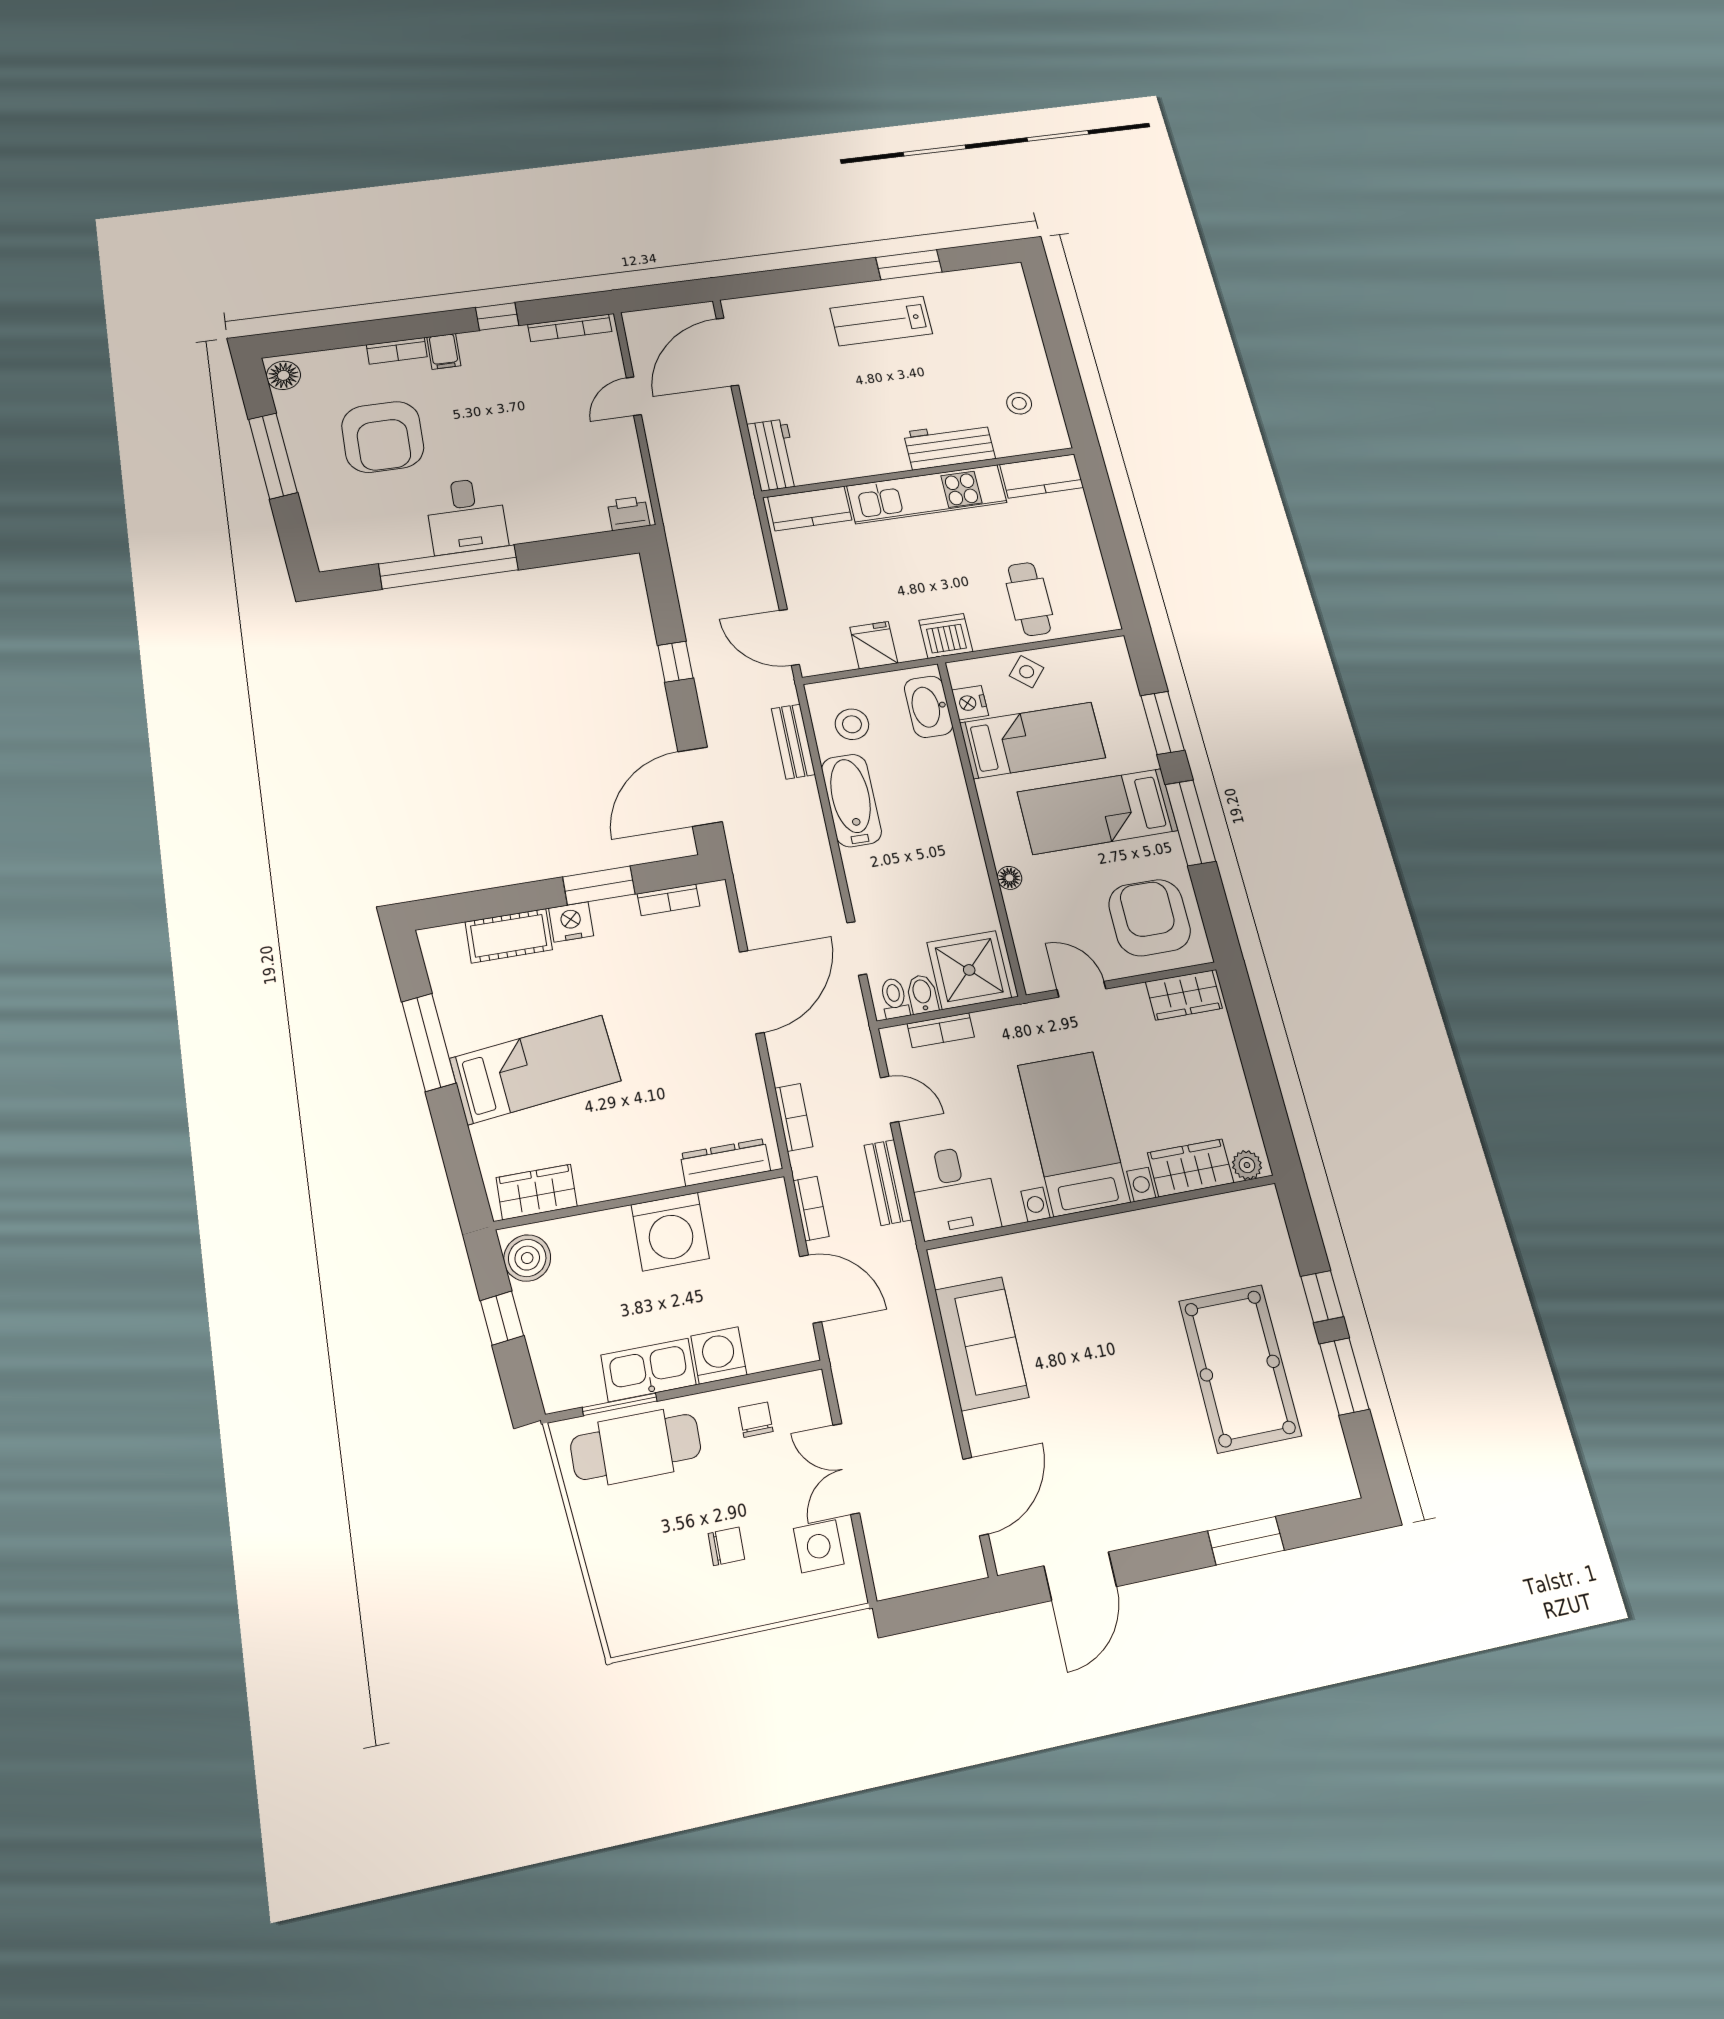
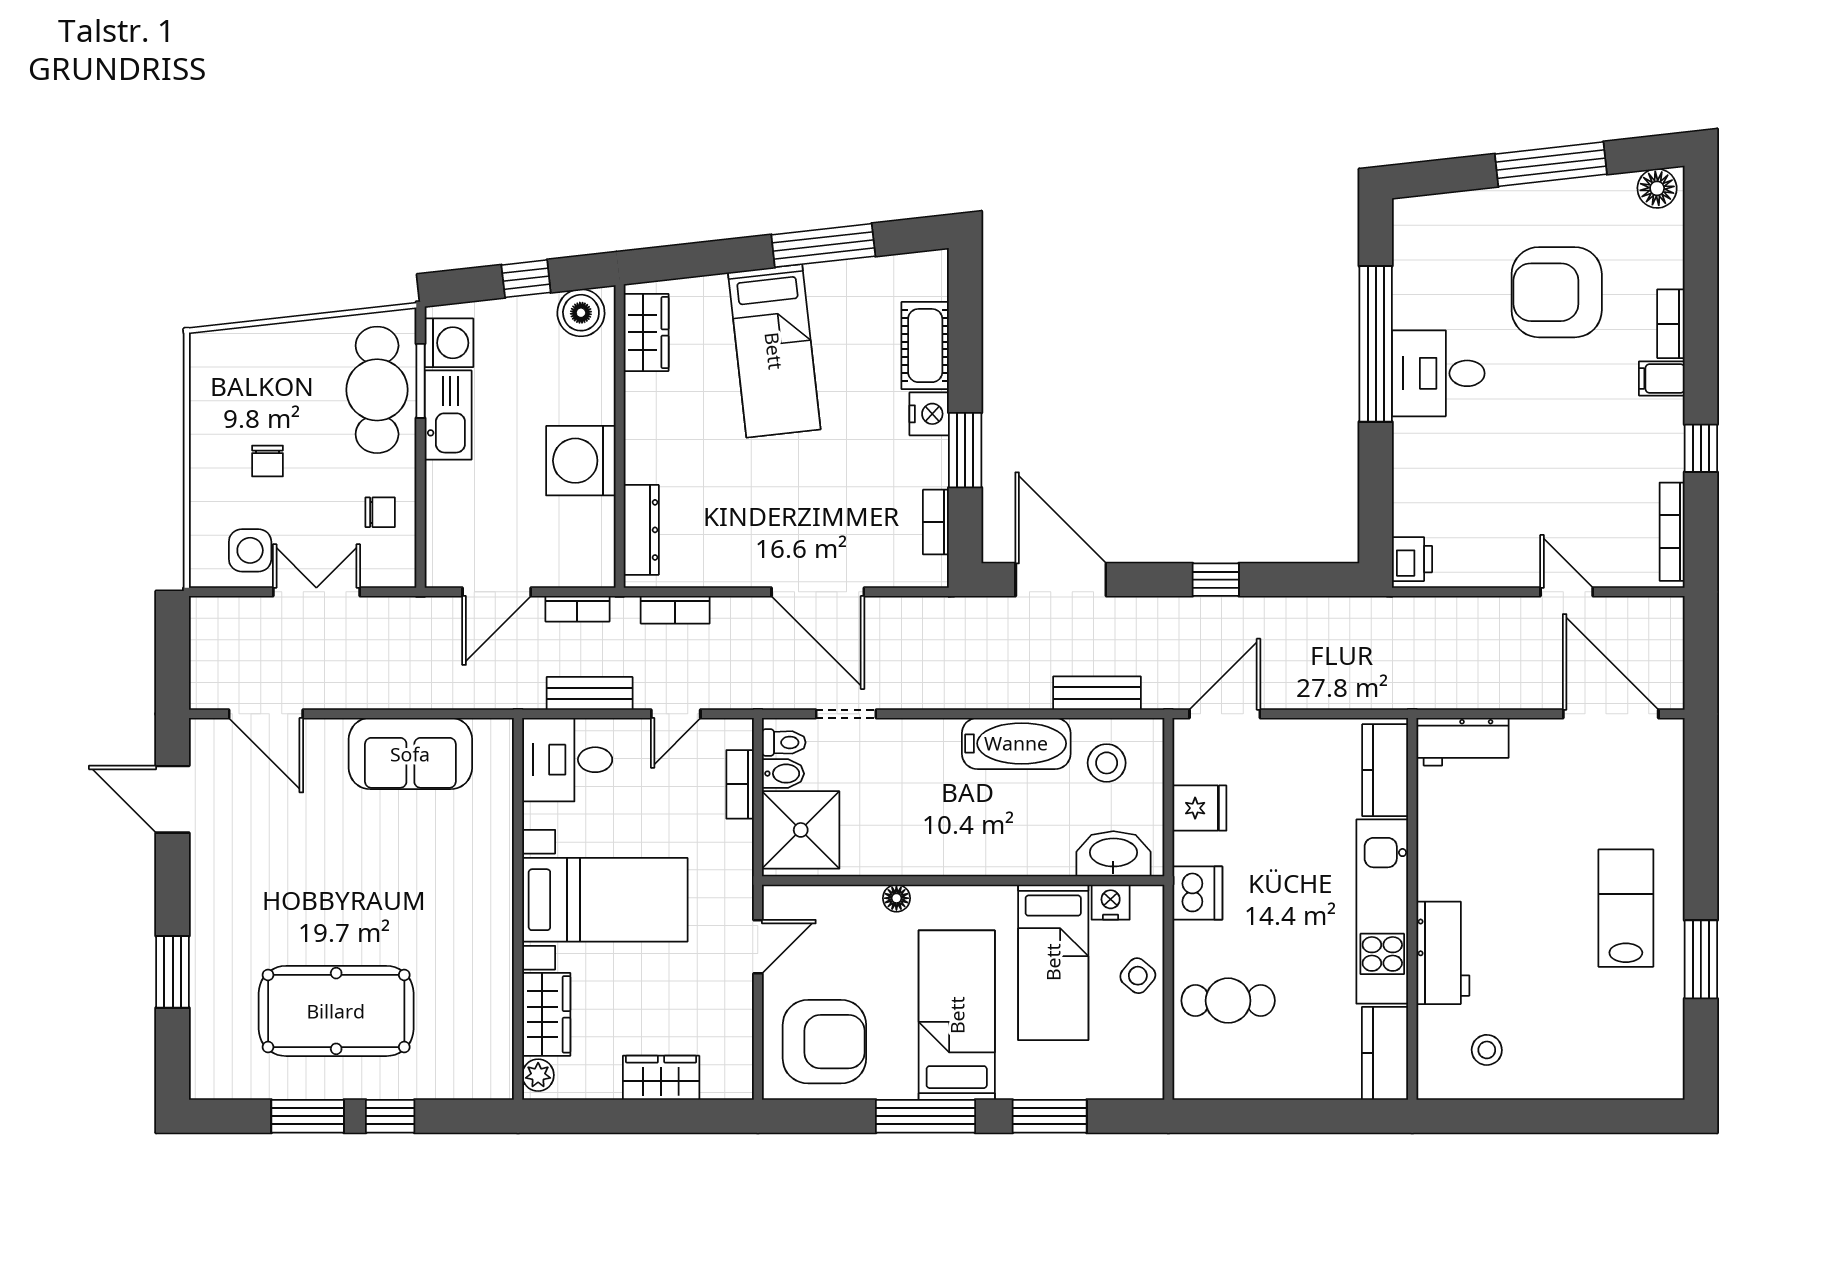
wardrobe: (1184, 995) -> (661, 1078), moved, turned 90
washing machine: (719, 1355) -> (449, 343), moved

